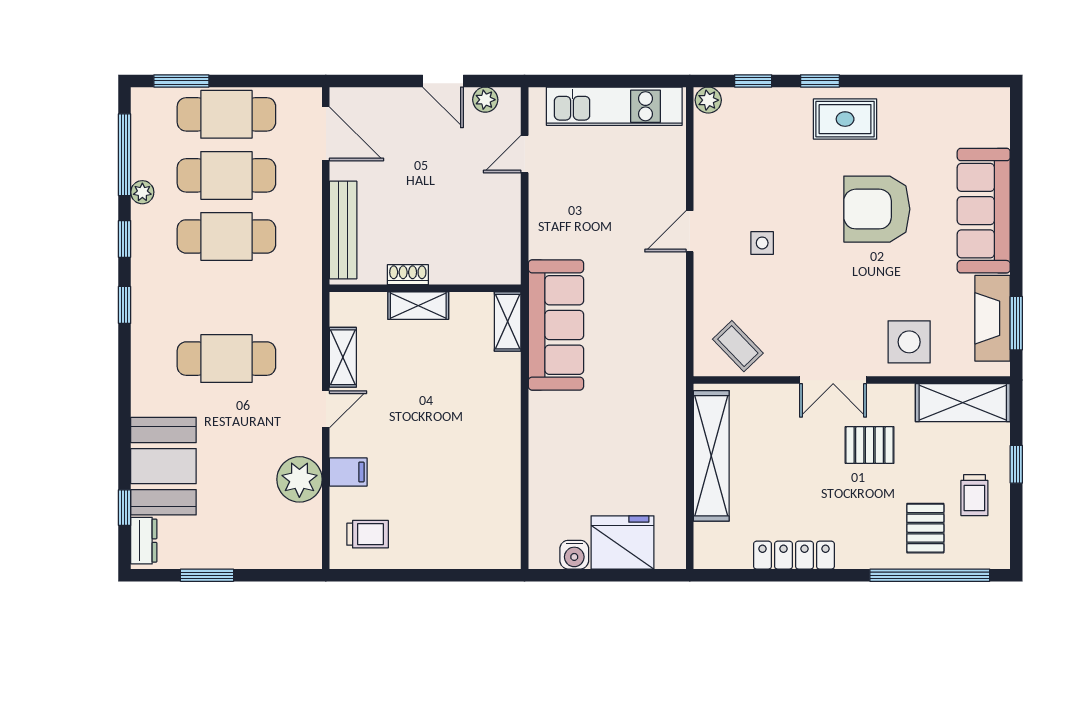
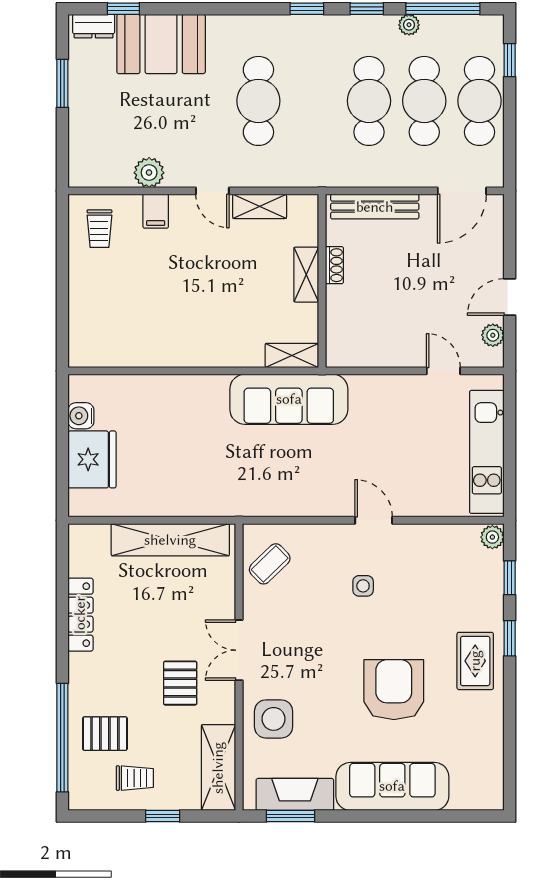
window: (181, 81) -> (510, 60), width x0.67
plant: (299, 479) -> (149, 173), width x0.73, depth x0.73
trolley: (974, 495) -> (135, 778), turned 180

